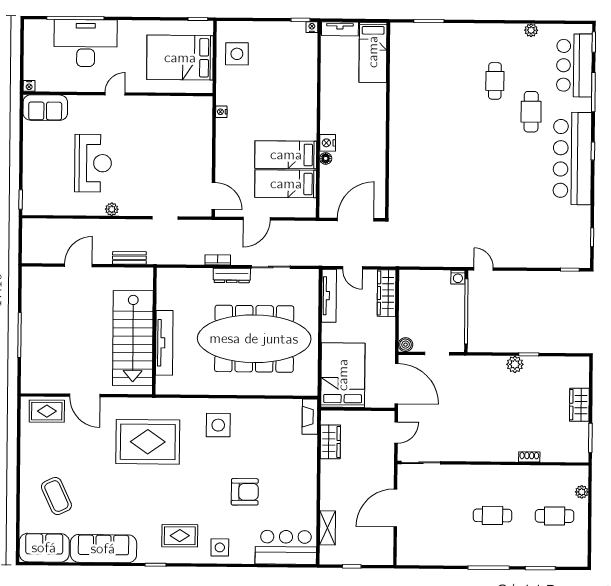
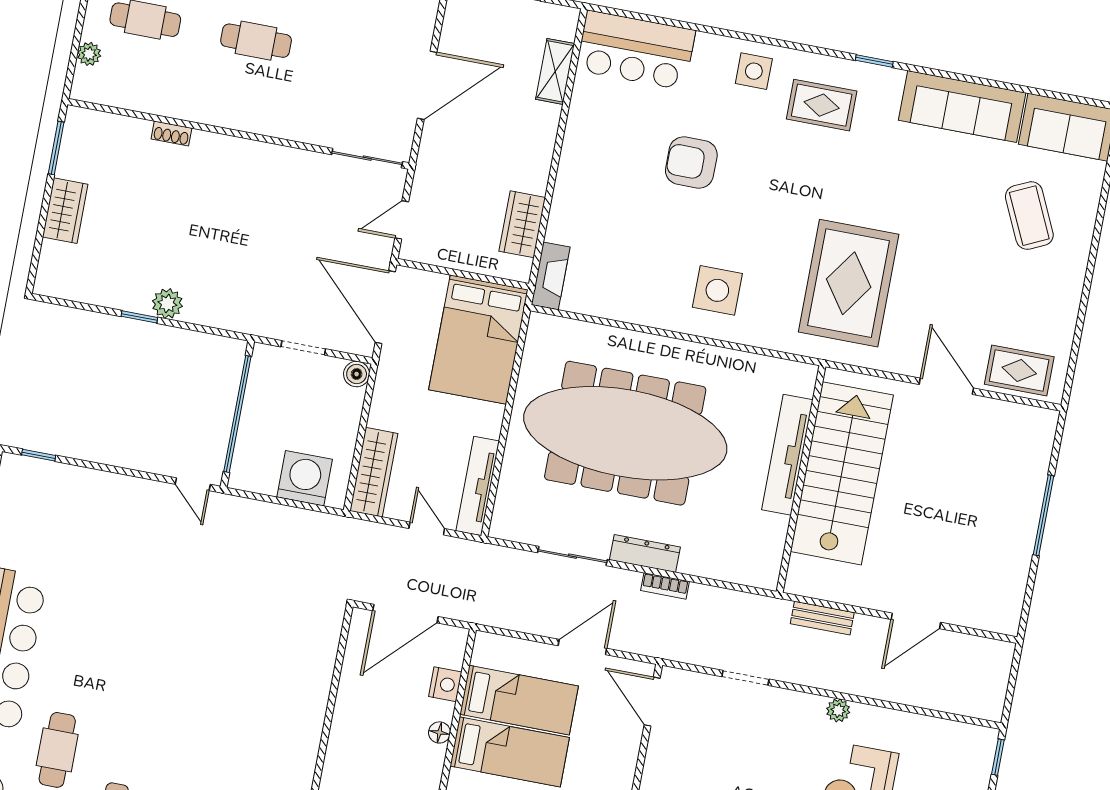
nightstand: (328, 143) -> (445, 684), moved
washing machine: (458, 277) -> (305, 478), moved, width x1.89, depth x1.89
rug: (148, 442) -> (849, 283), turned 90

